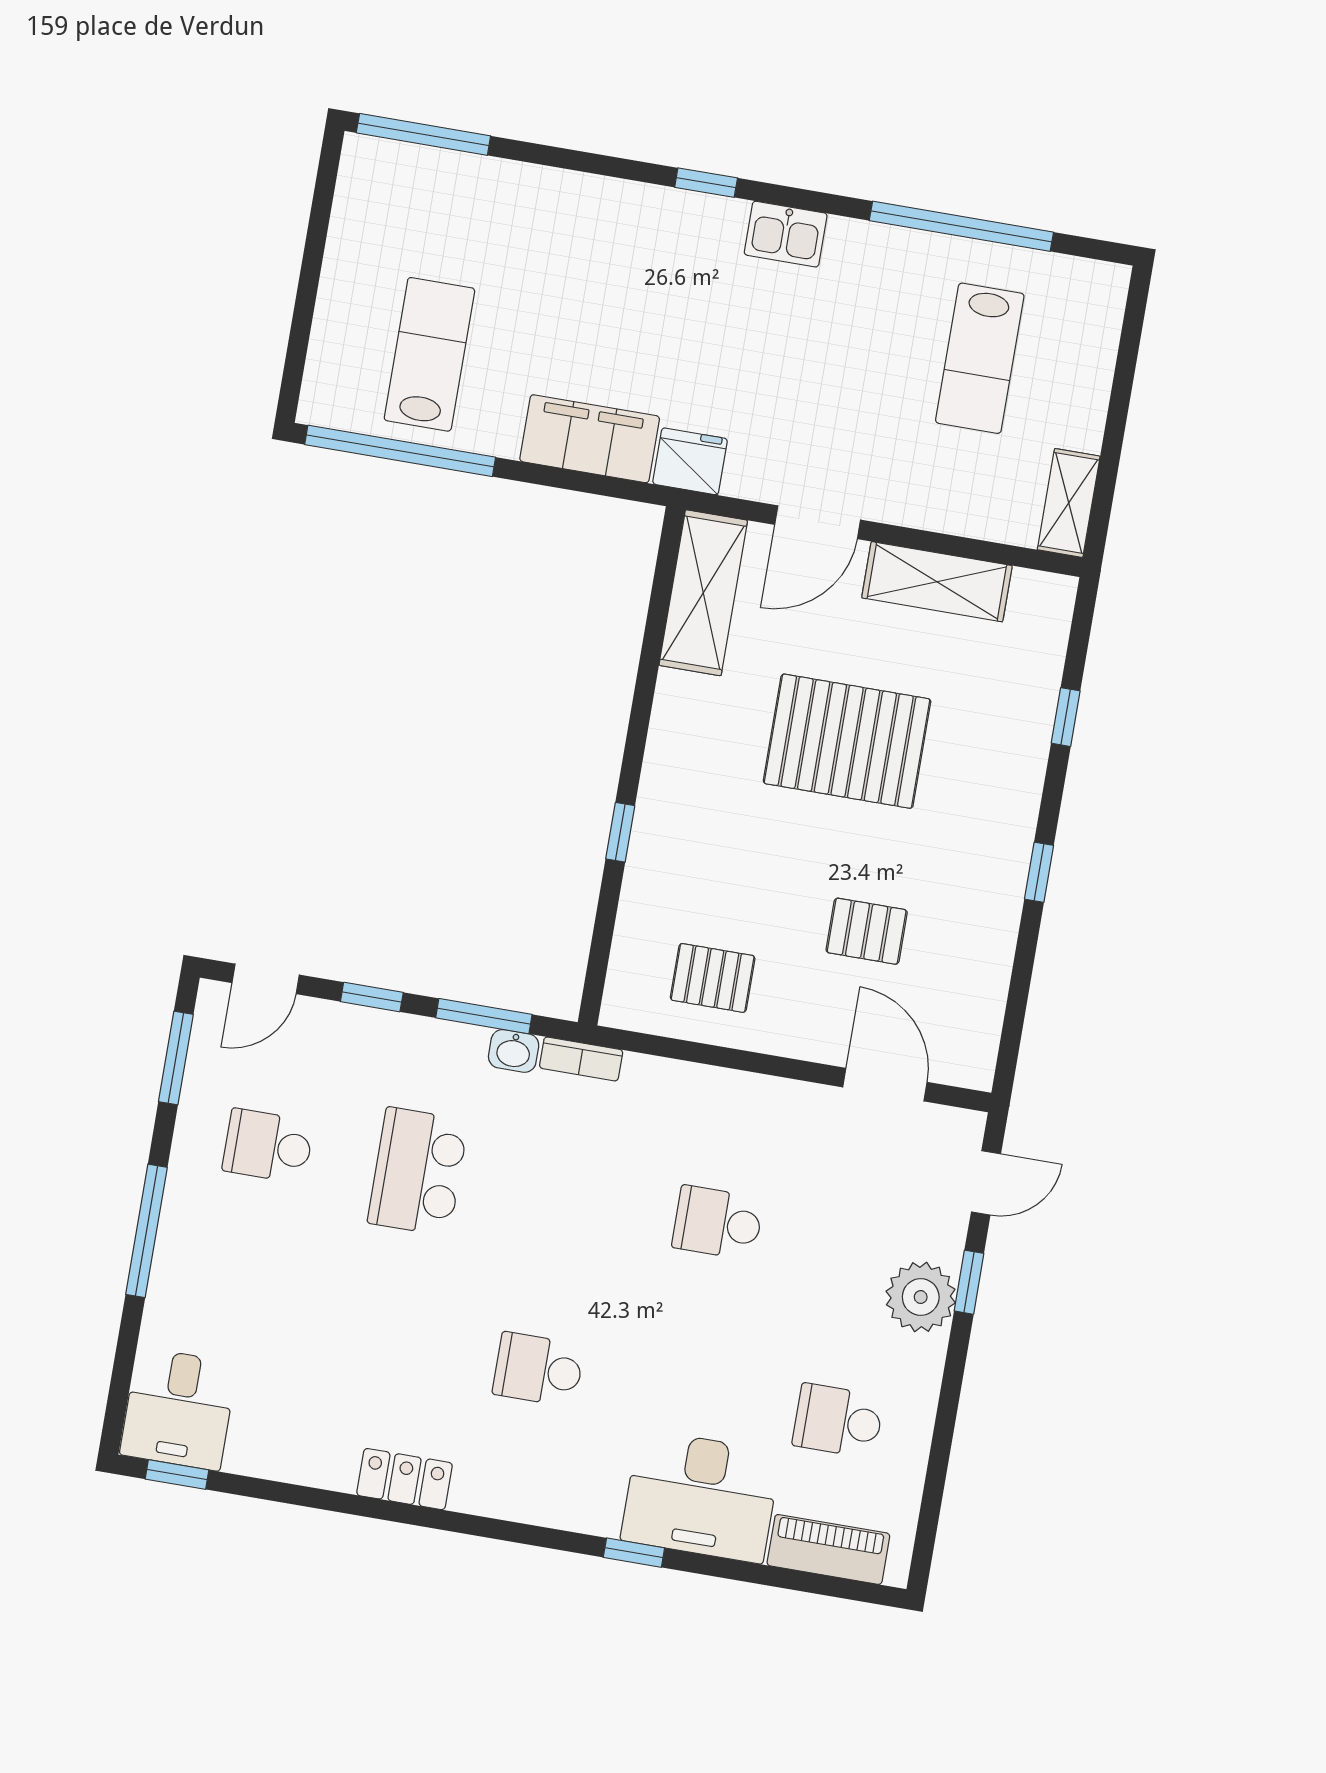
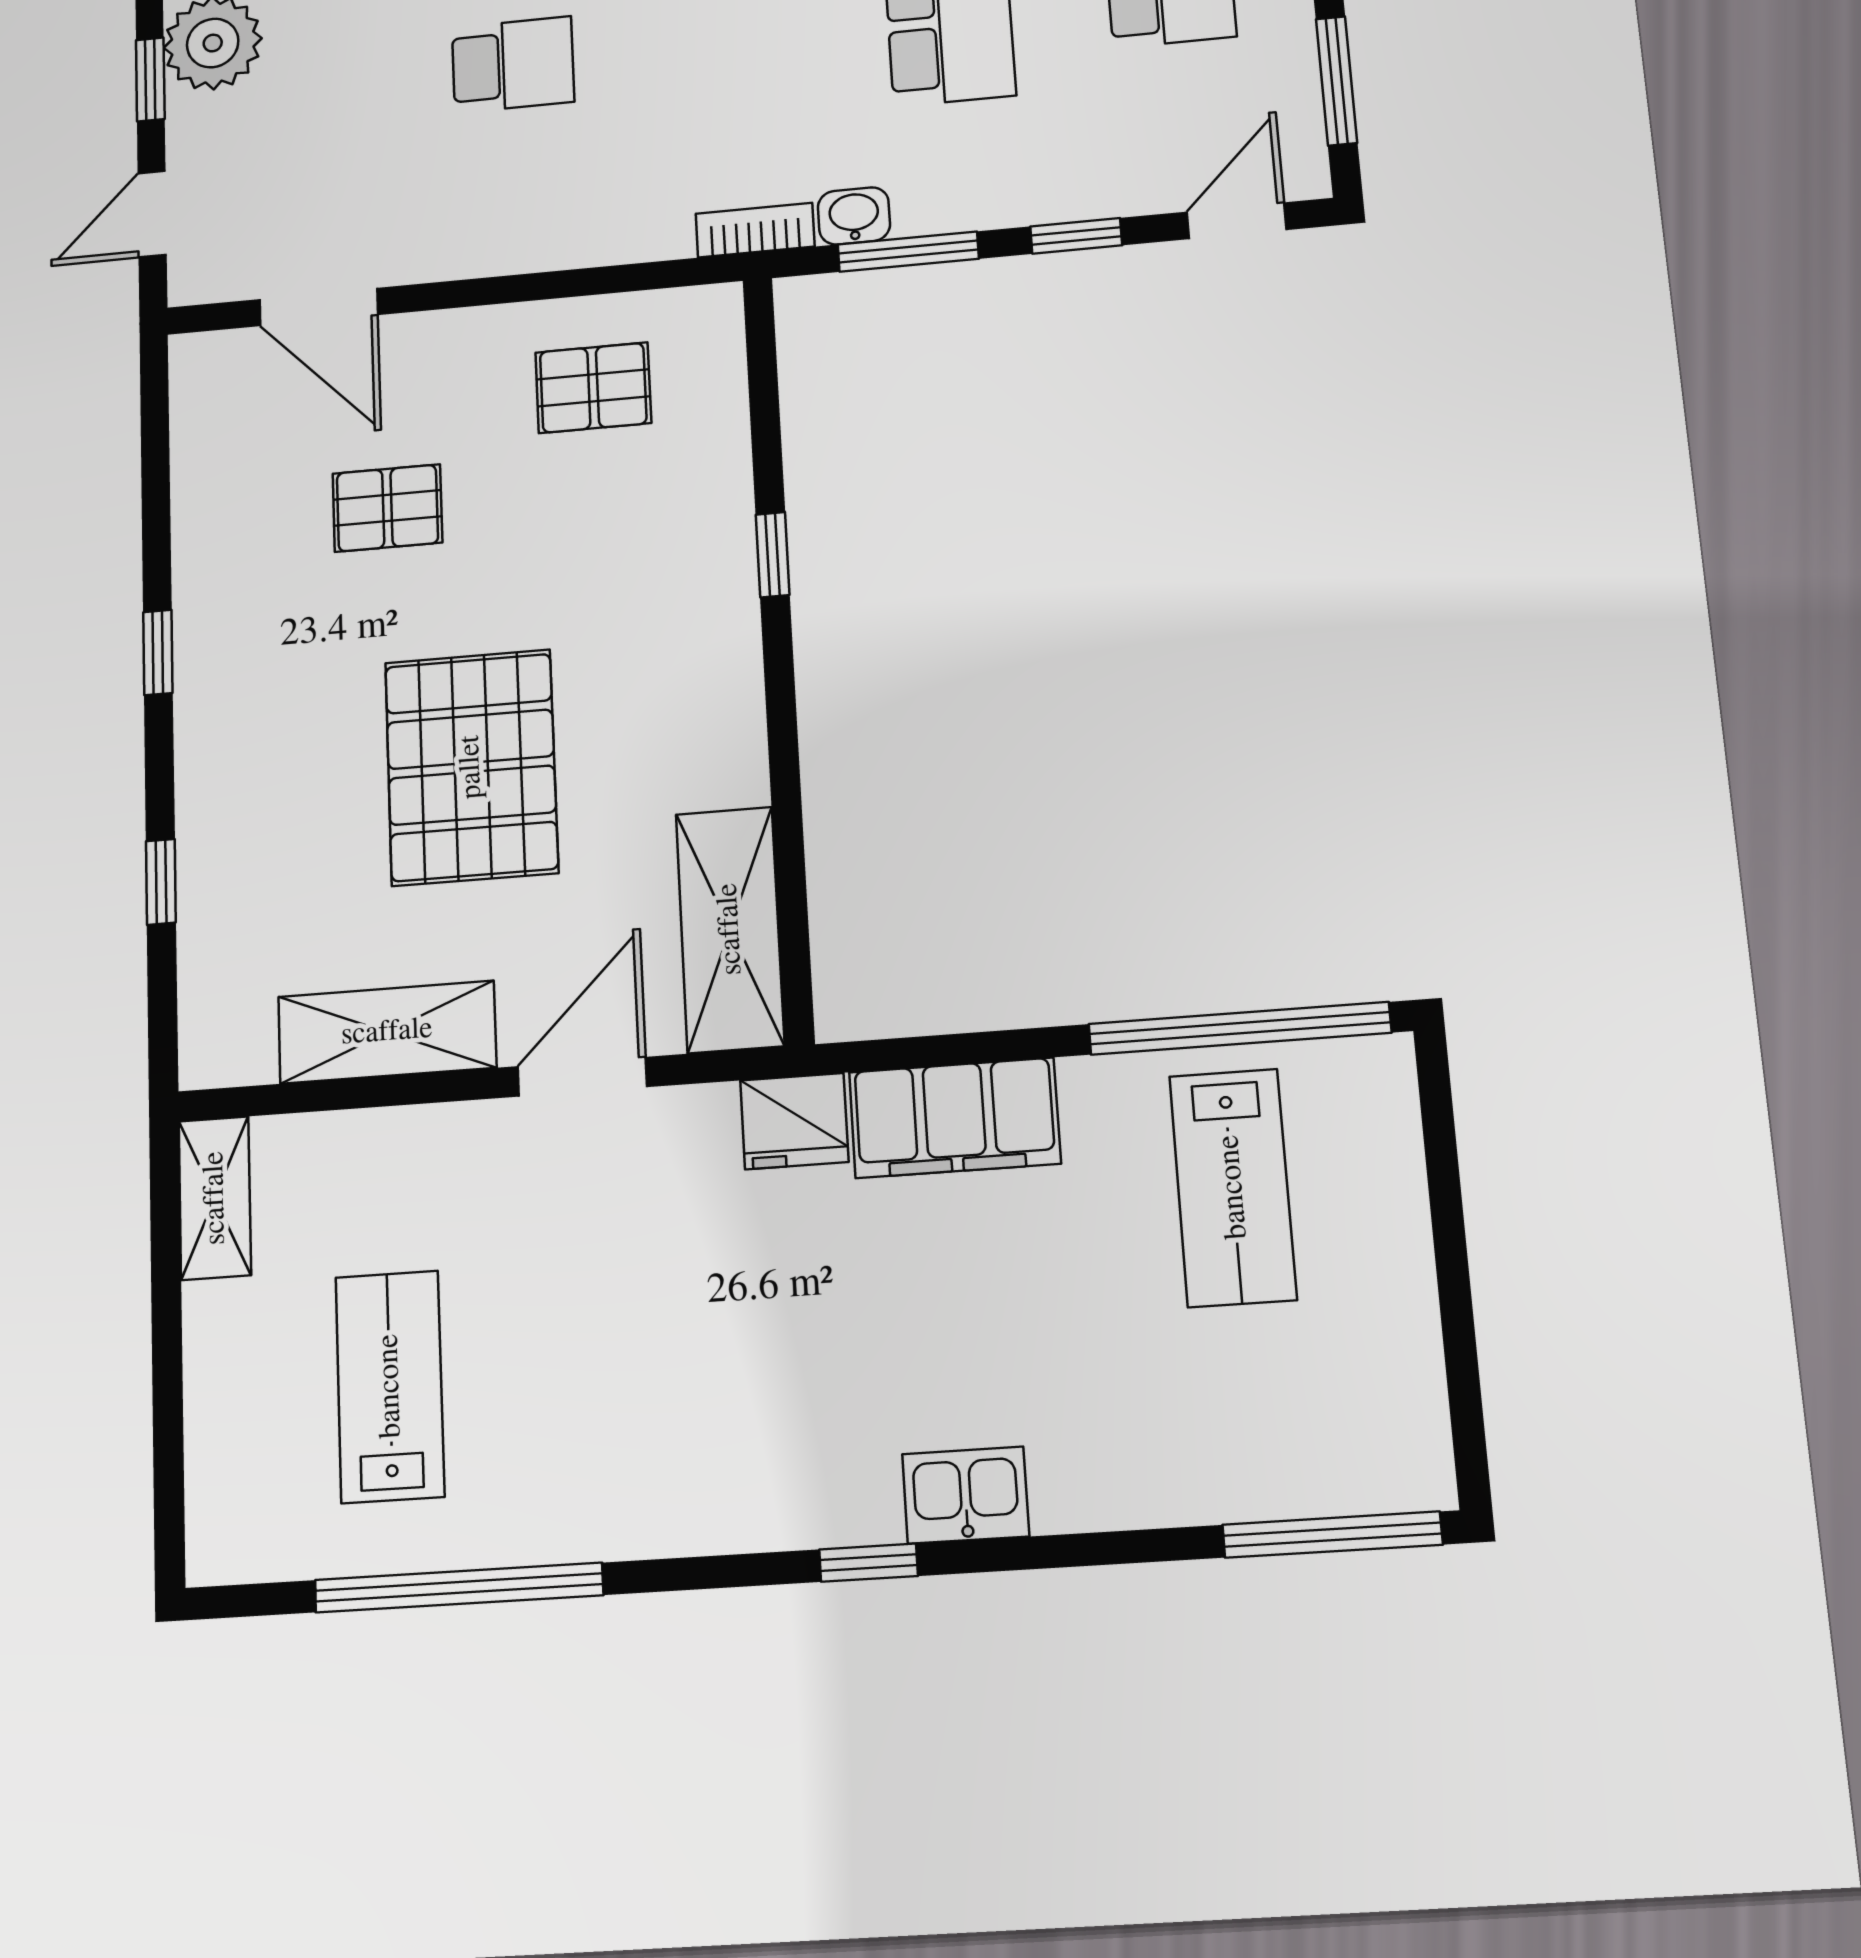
kitchen sink: (786, 234) -> (966, 1495), moved
pallet: (847, 741) -> (471, 767), turned 90

